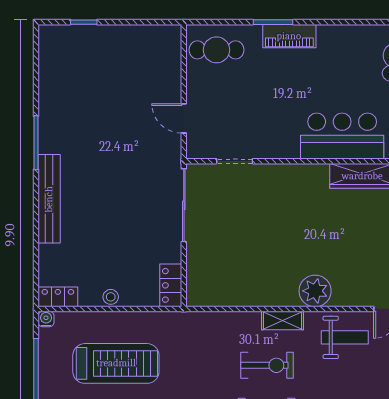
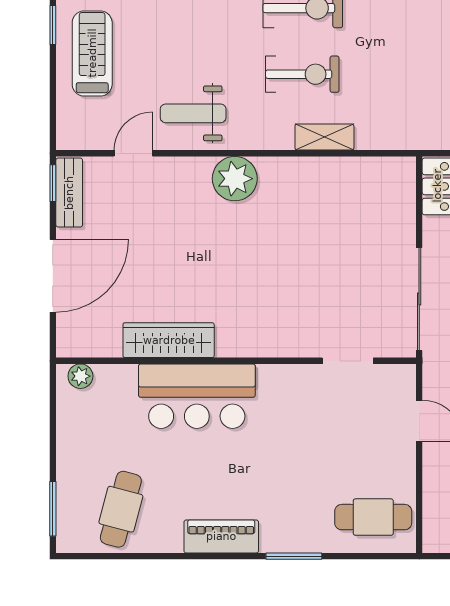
piano: (289, 36) -> (221, 536), moved
shelving: (282, 321) -> (324, 137), moved
exercise bike: (267, 365) -> (302, 74), turned 180

